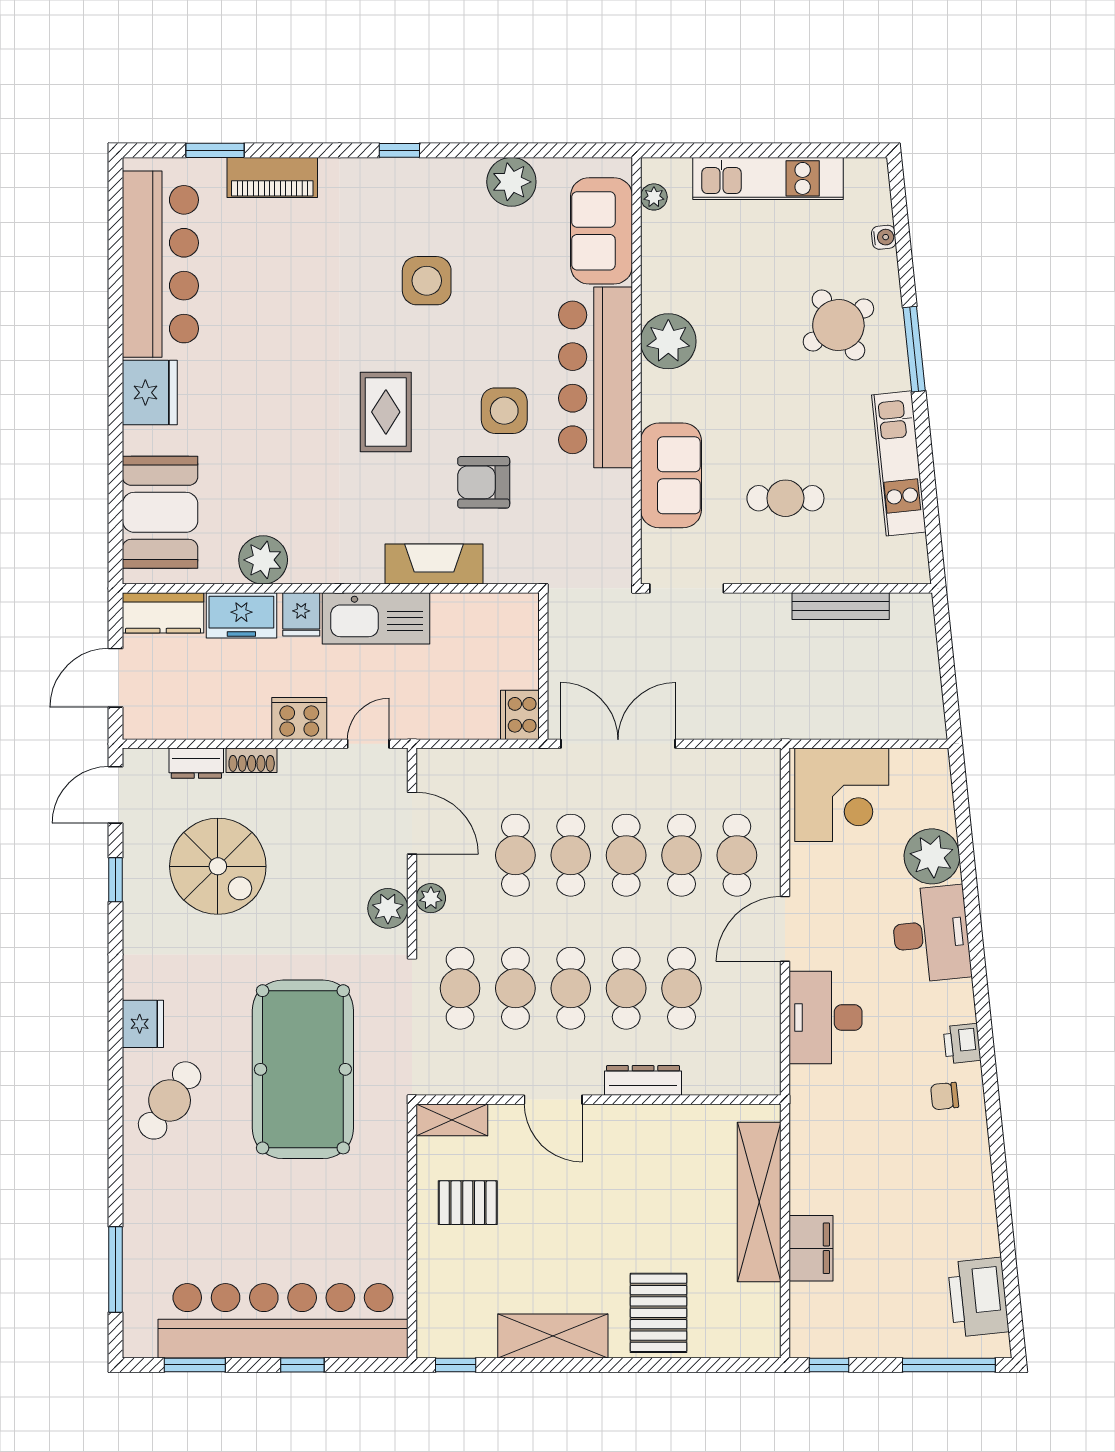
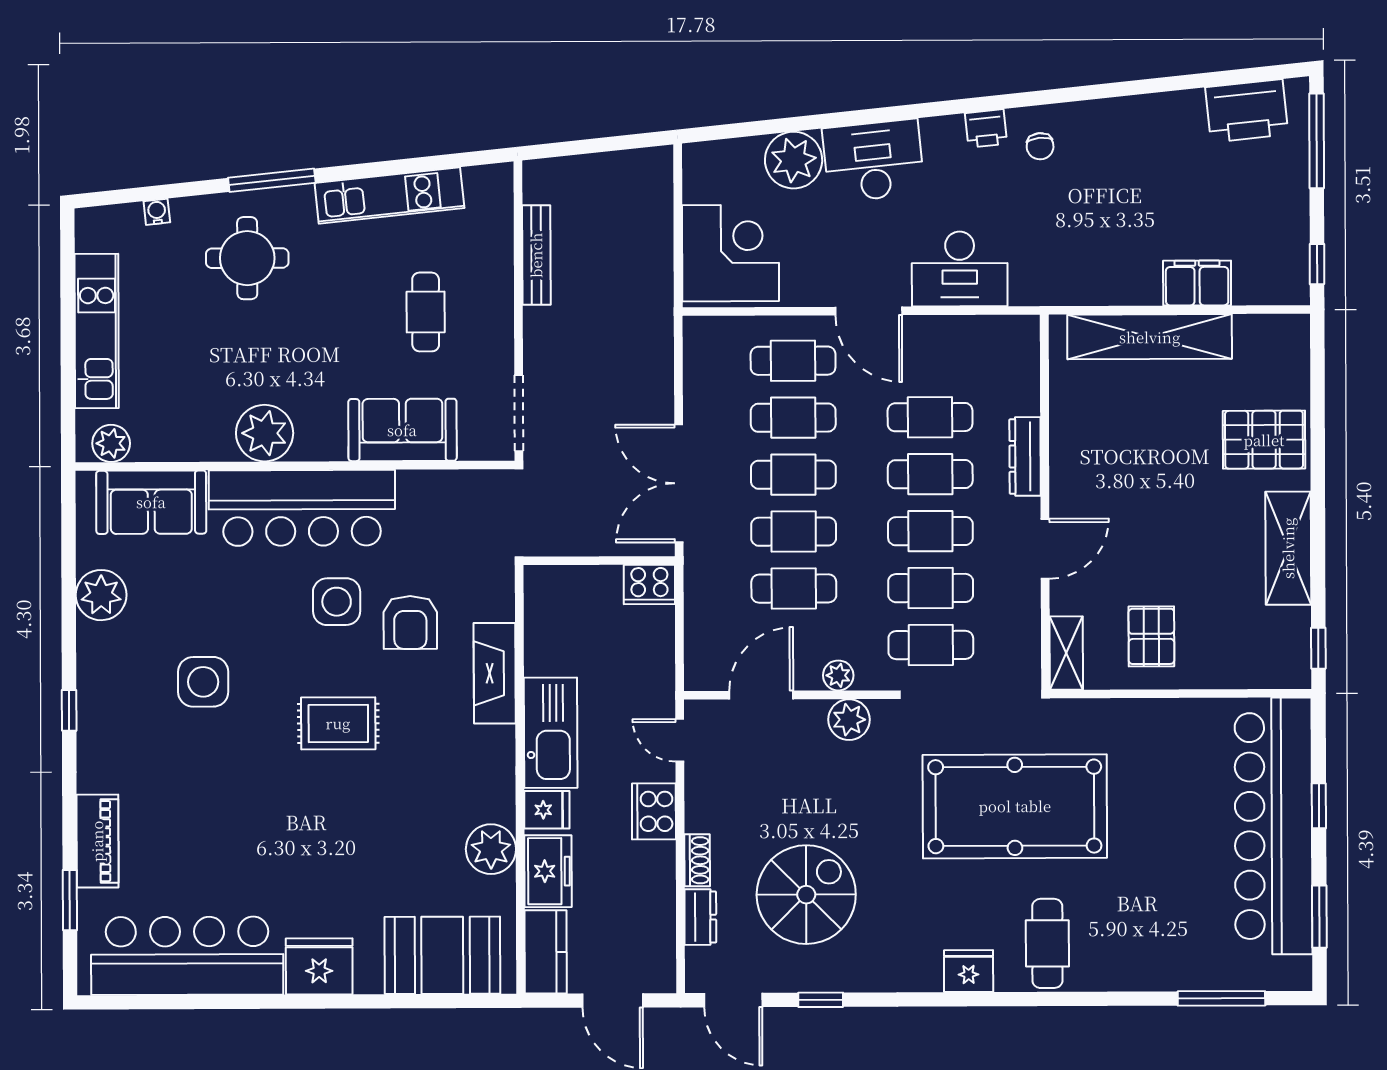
plant: (654, 197) -> (111, 443), width x1.38, depth x1.38
round table: (838, 325) -> (247, 258), turned 33
cafe table: (170, 1100) -> (1047, 943), turned 56

